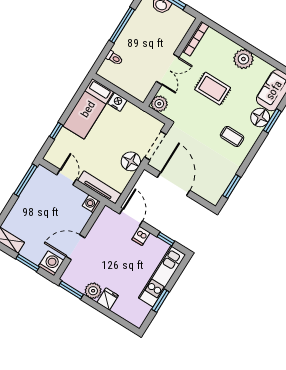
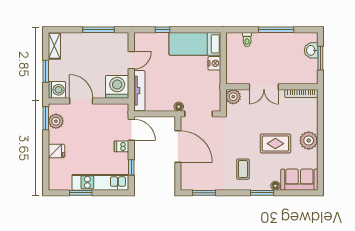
rug: (213, 89) -> (275, 144), moved, turned 90
floor lamp: (260, 117) -> (275, 186), width x0.53, depth x0.53
window: (272, 121) -> (262, 193), moved
floor lamp: (131, 161) -> (179, 107), width x0.53, depth x0.53
window: (26, 180) -> (98, 30), moved
door: (174, 184) -> (178, 147), hinge flipped
washing machine: (91, 204) -> (117, 87), width x1.89, depth x1.89
door: (131, 217) -> (131, 130), hinge flipped
plant: (93, 291) -> (56, 121), moved

